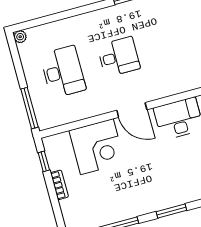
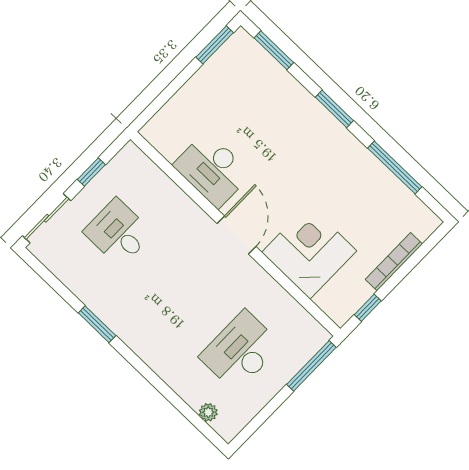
plant: (20, 37) -> (208, 412), moved
desk: (119, 57) -> (118, 233), moved
bookcase: (59, 185) -> (394, 262), width x1.56

